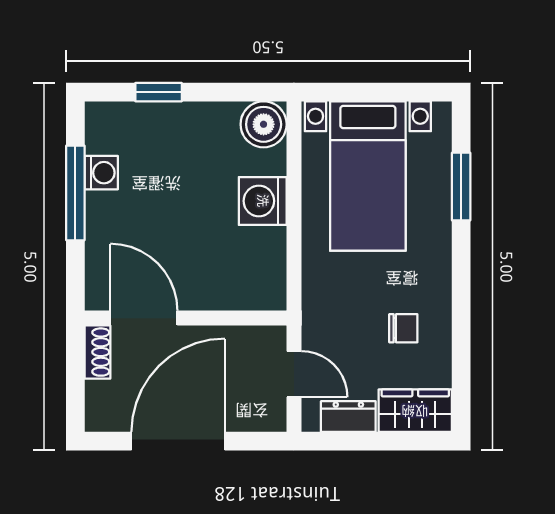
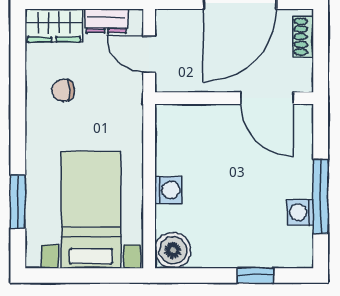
washing machine: (263, 201) -> (168, 190), width x0.73, depth x0.73
shoe rack: (97, 352) -> (303, 37), moved

